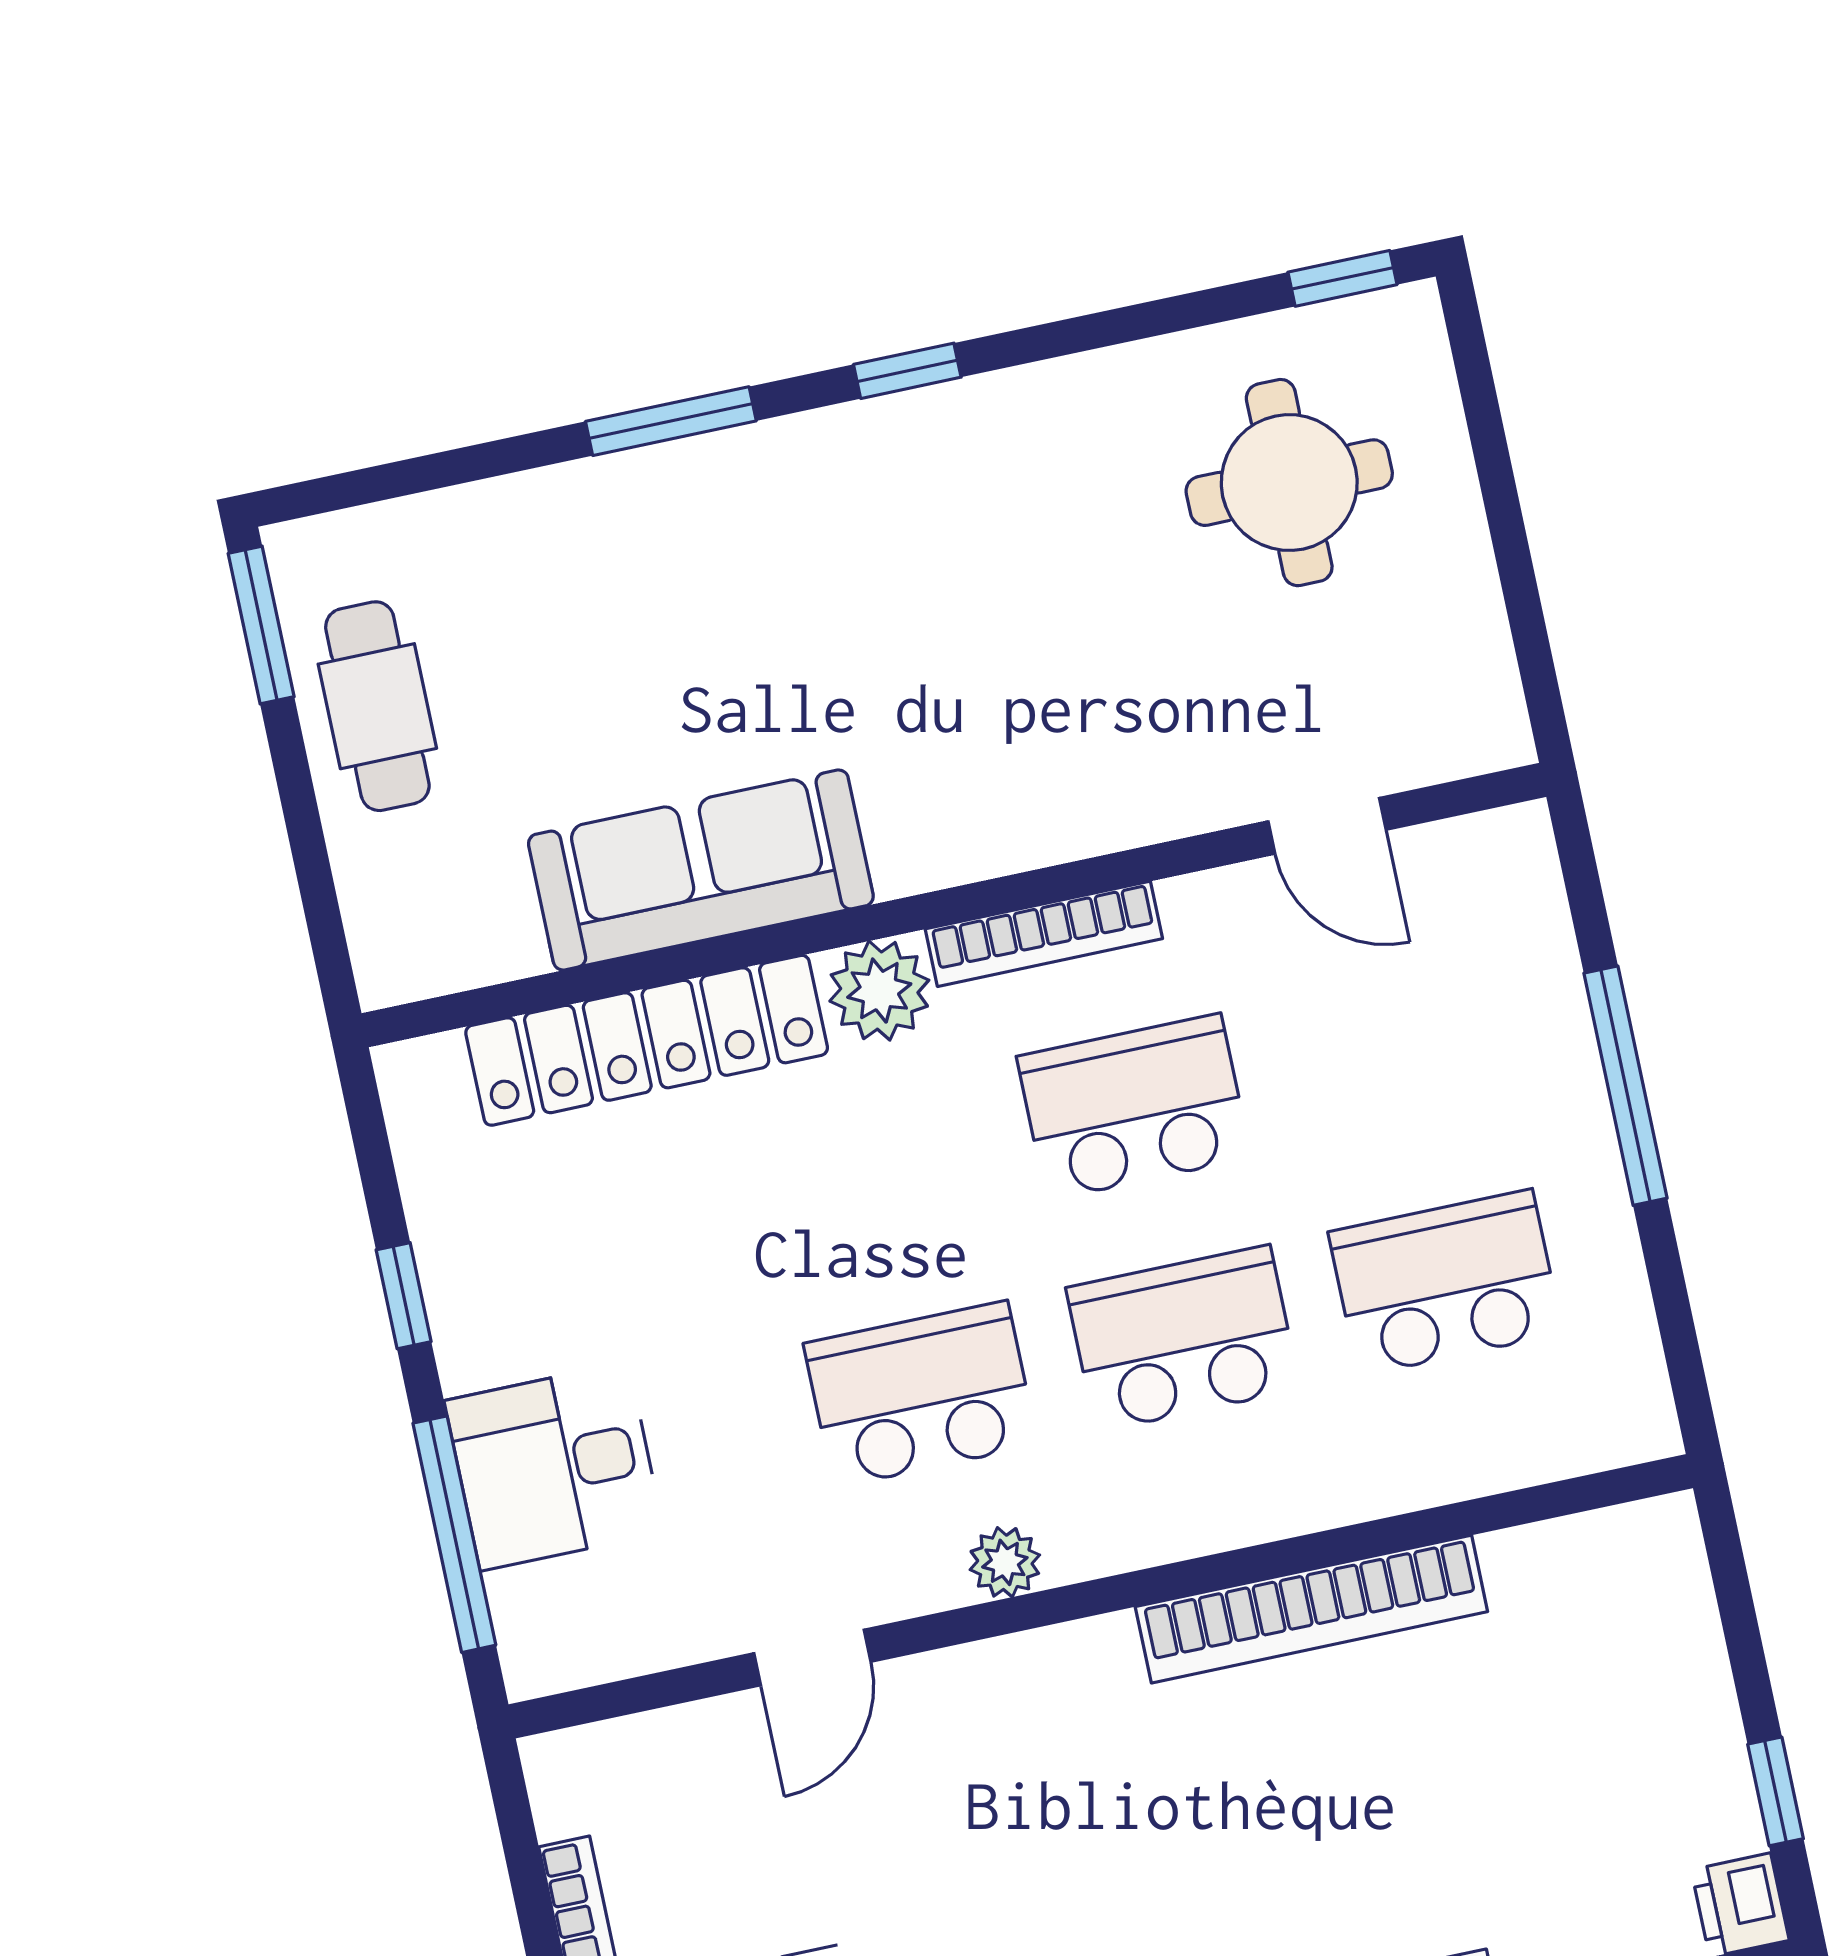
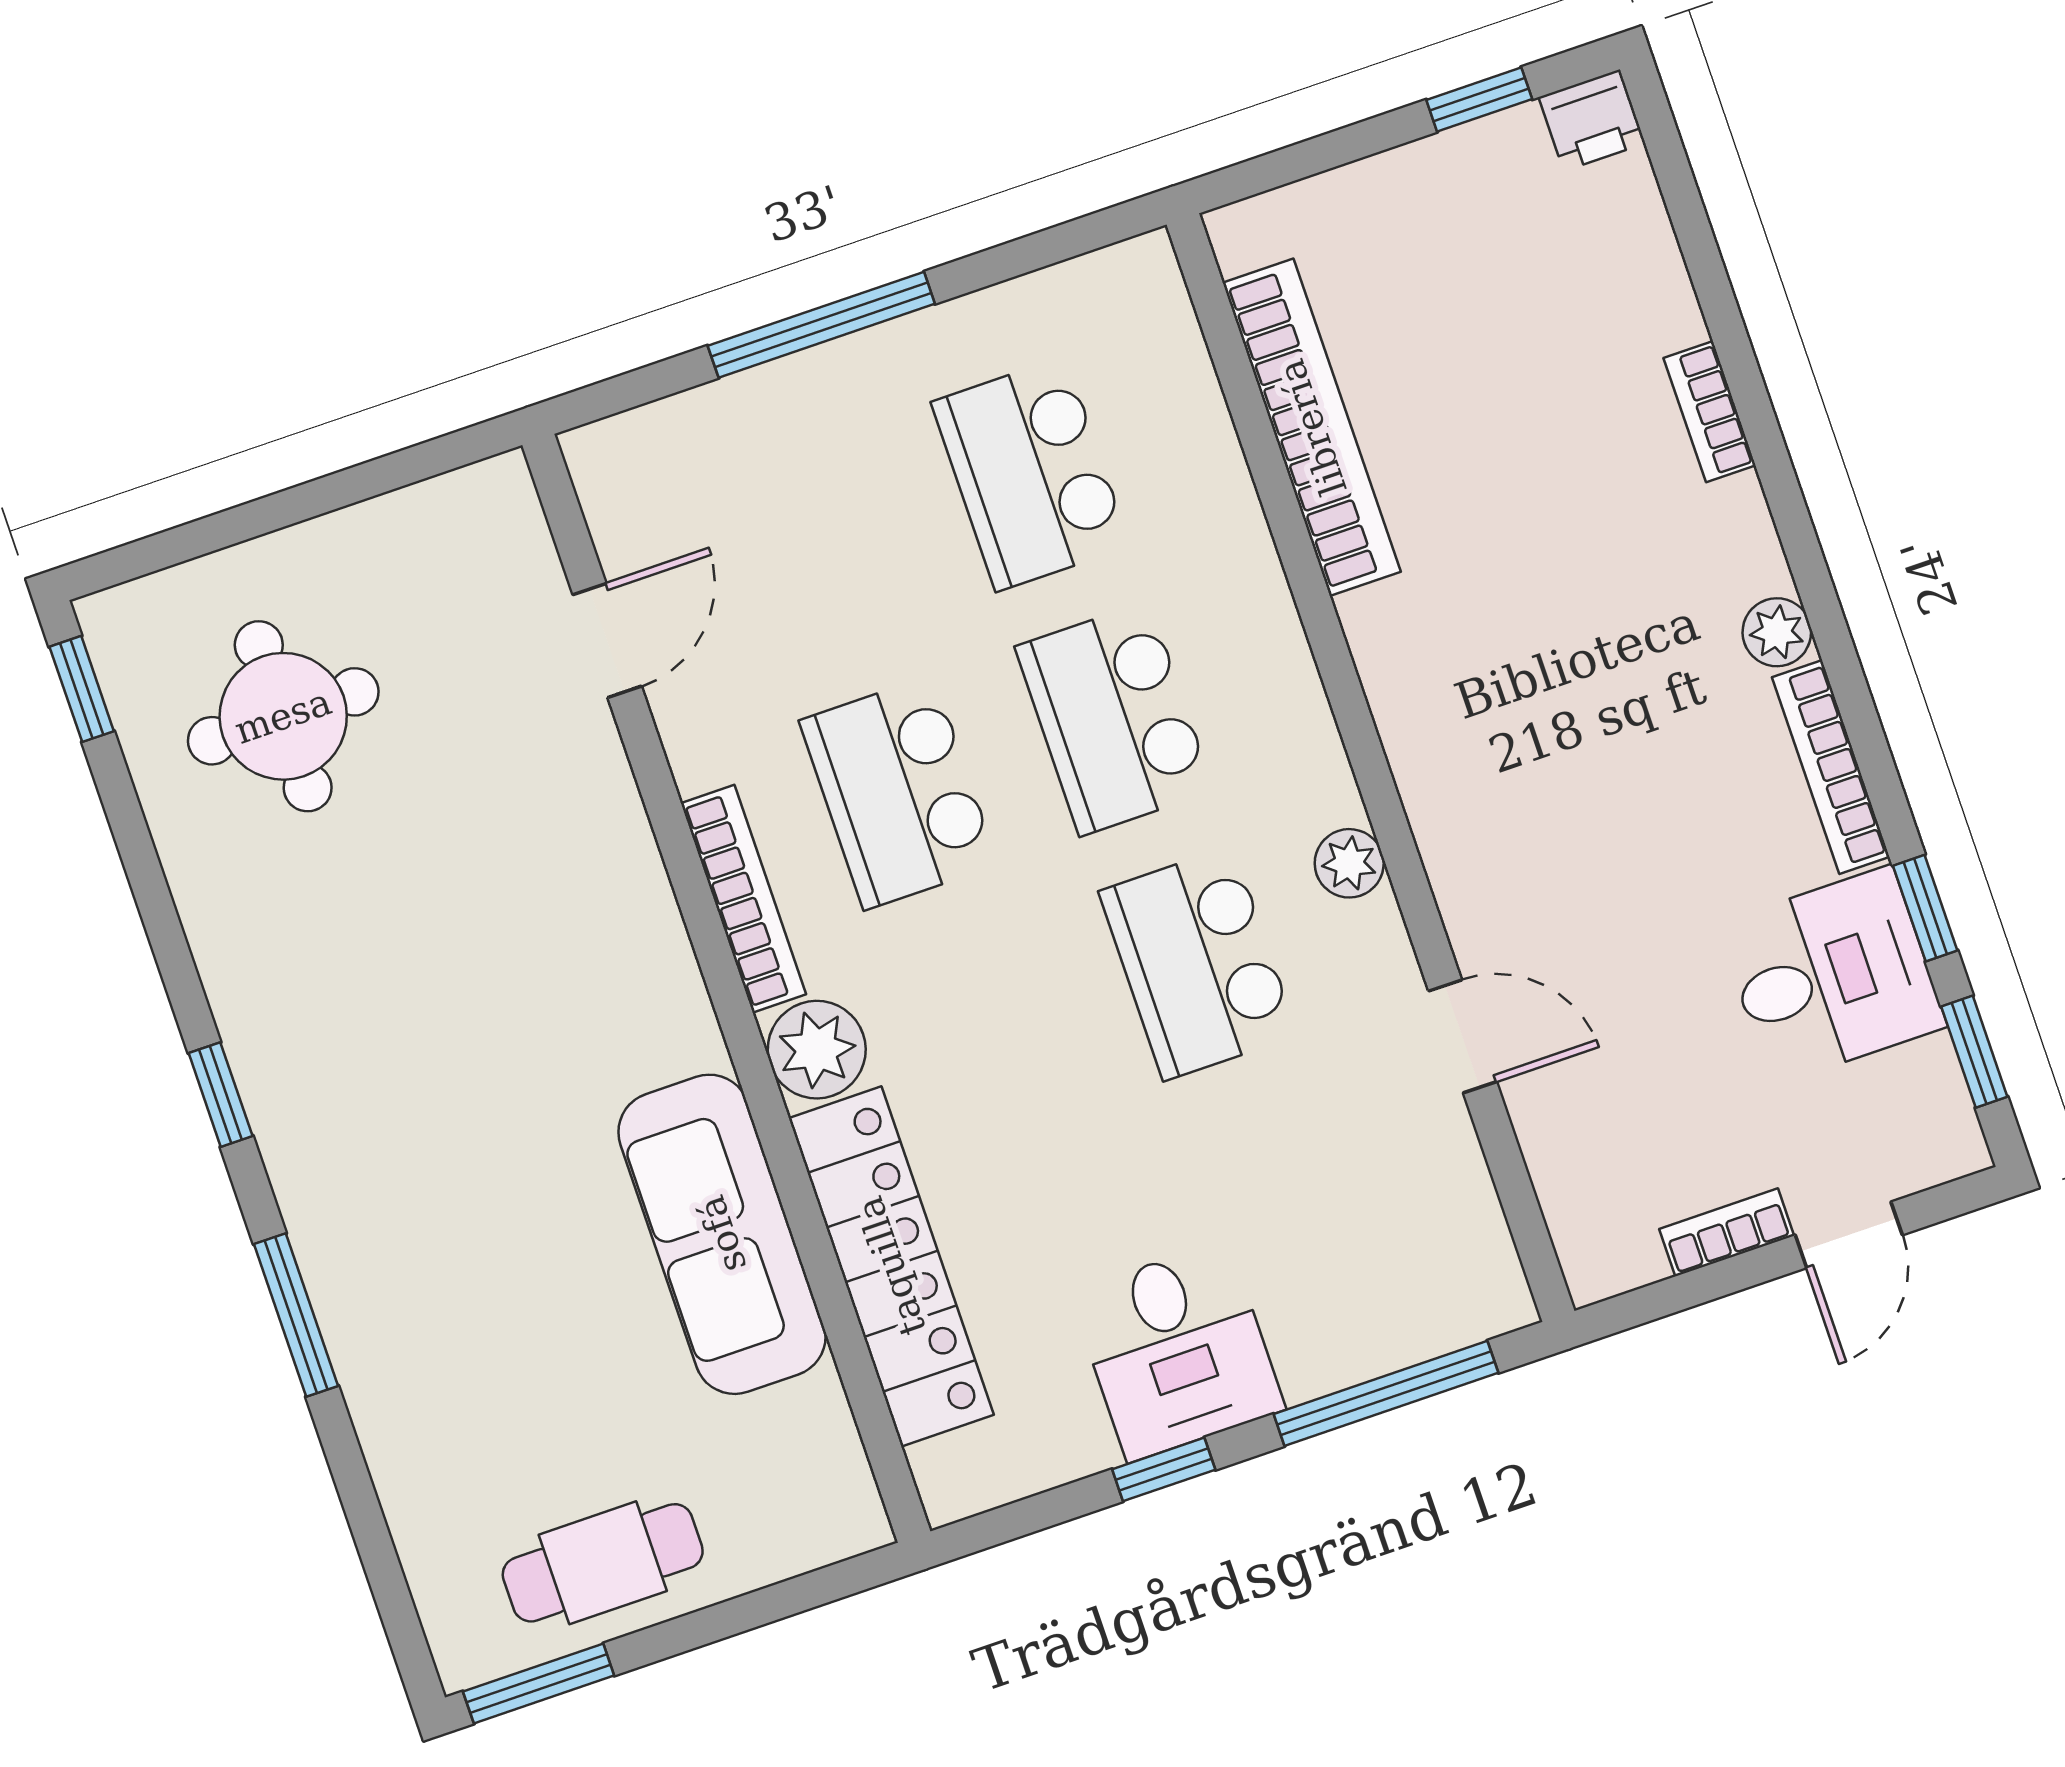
desk: (554, 1466) -> (1178, 1351), moved
bookcase: (1311, 1609) -> (1312, 427), moved

